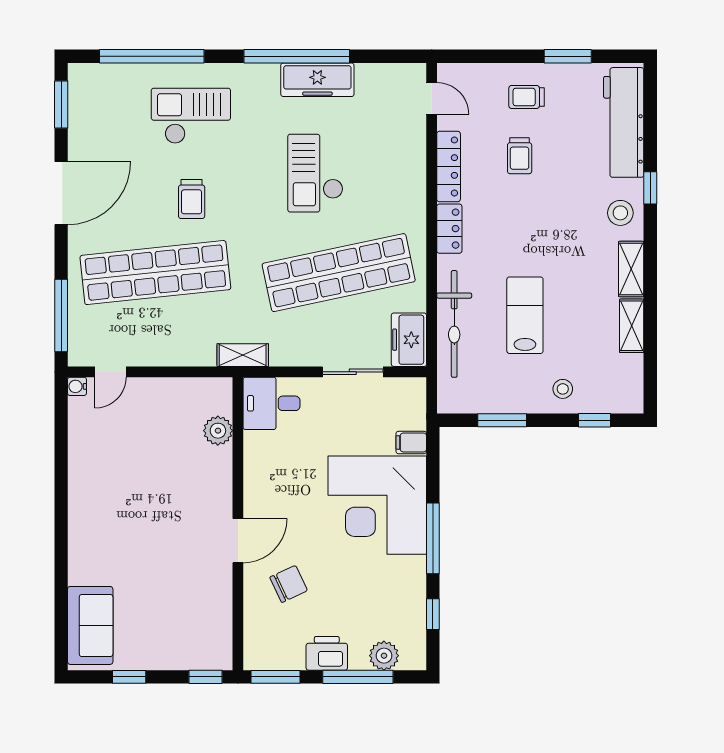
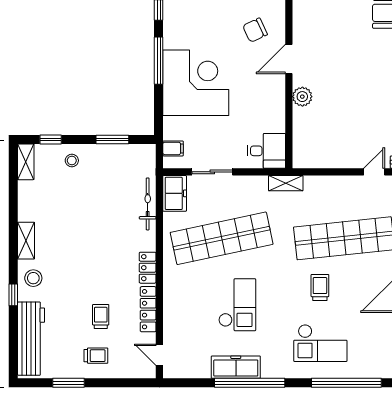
lab bench: (525, 315) -> (97, 210), removed
bicycle: (454, 324) -> (148, 204), width x0.73, depth x0.71
shelving: (632, 326) -> (26, 162), moved
plant: (218, 431) -> (302, 97), moved
filing cabinet: (411, 442) -> (173, 148), moved

